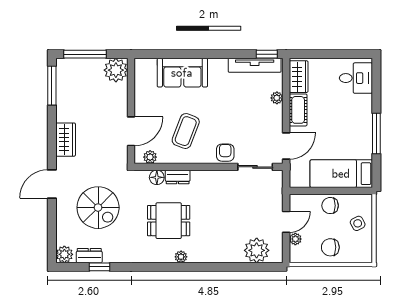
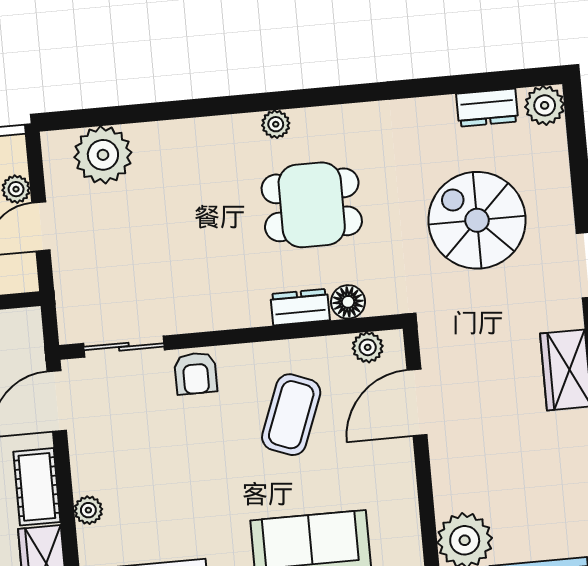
window: (99, 267) -> (461, 84), removed

